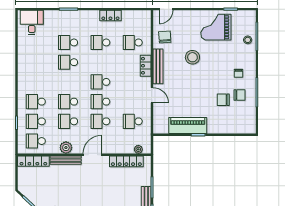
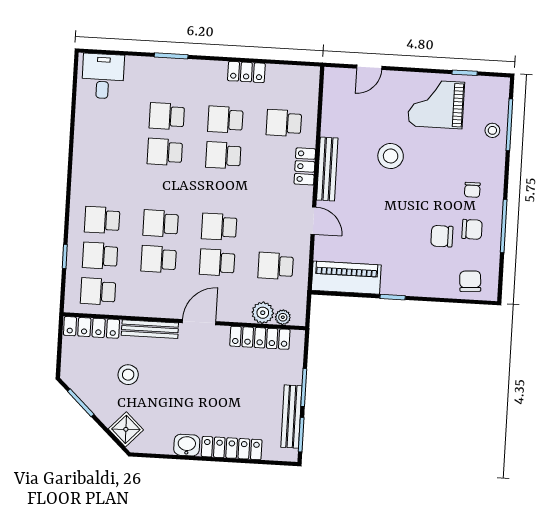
door: (166, 9) -> (369, 67), moved
chair: (165, 37) -> (470, 281), moved
school desk: (100, 82) -> (223, 155), moved
piano: (188, 126) -> (346, 278), moved
plant: (66, 148) -> (263, 313), moved
stool: (55, 186) -> (128, 375), added

